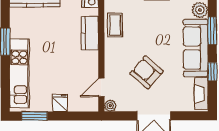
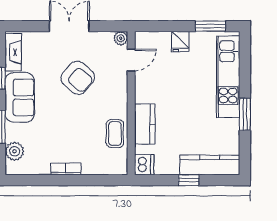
sofa: (196, 48) -> (20, 97), width x0.73

